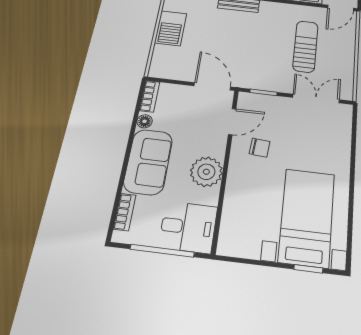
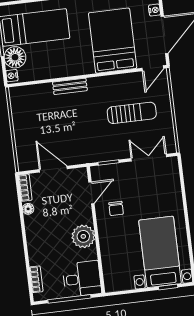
barbecue: (171, 28) -> (23, 124), removed
sun lounger: (305, 46) -> (132, 113), turned 90
door: (212, 86) -> (53, 169), moved
chair: (260, 148) -> (116, 208), turned 85
sofa: (148, 162) -> (41, 239), removed

